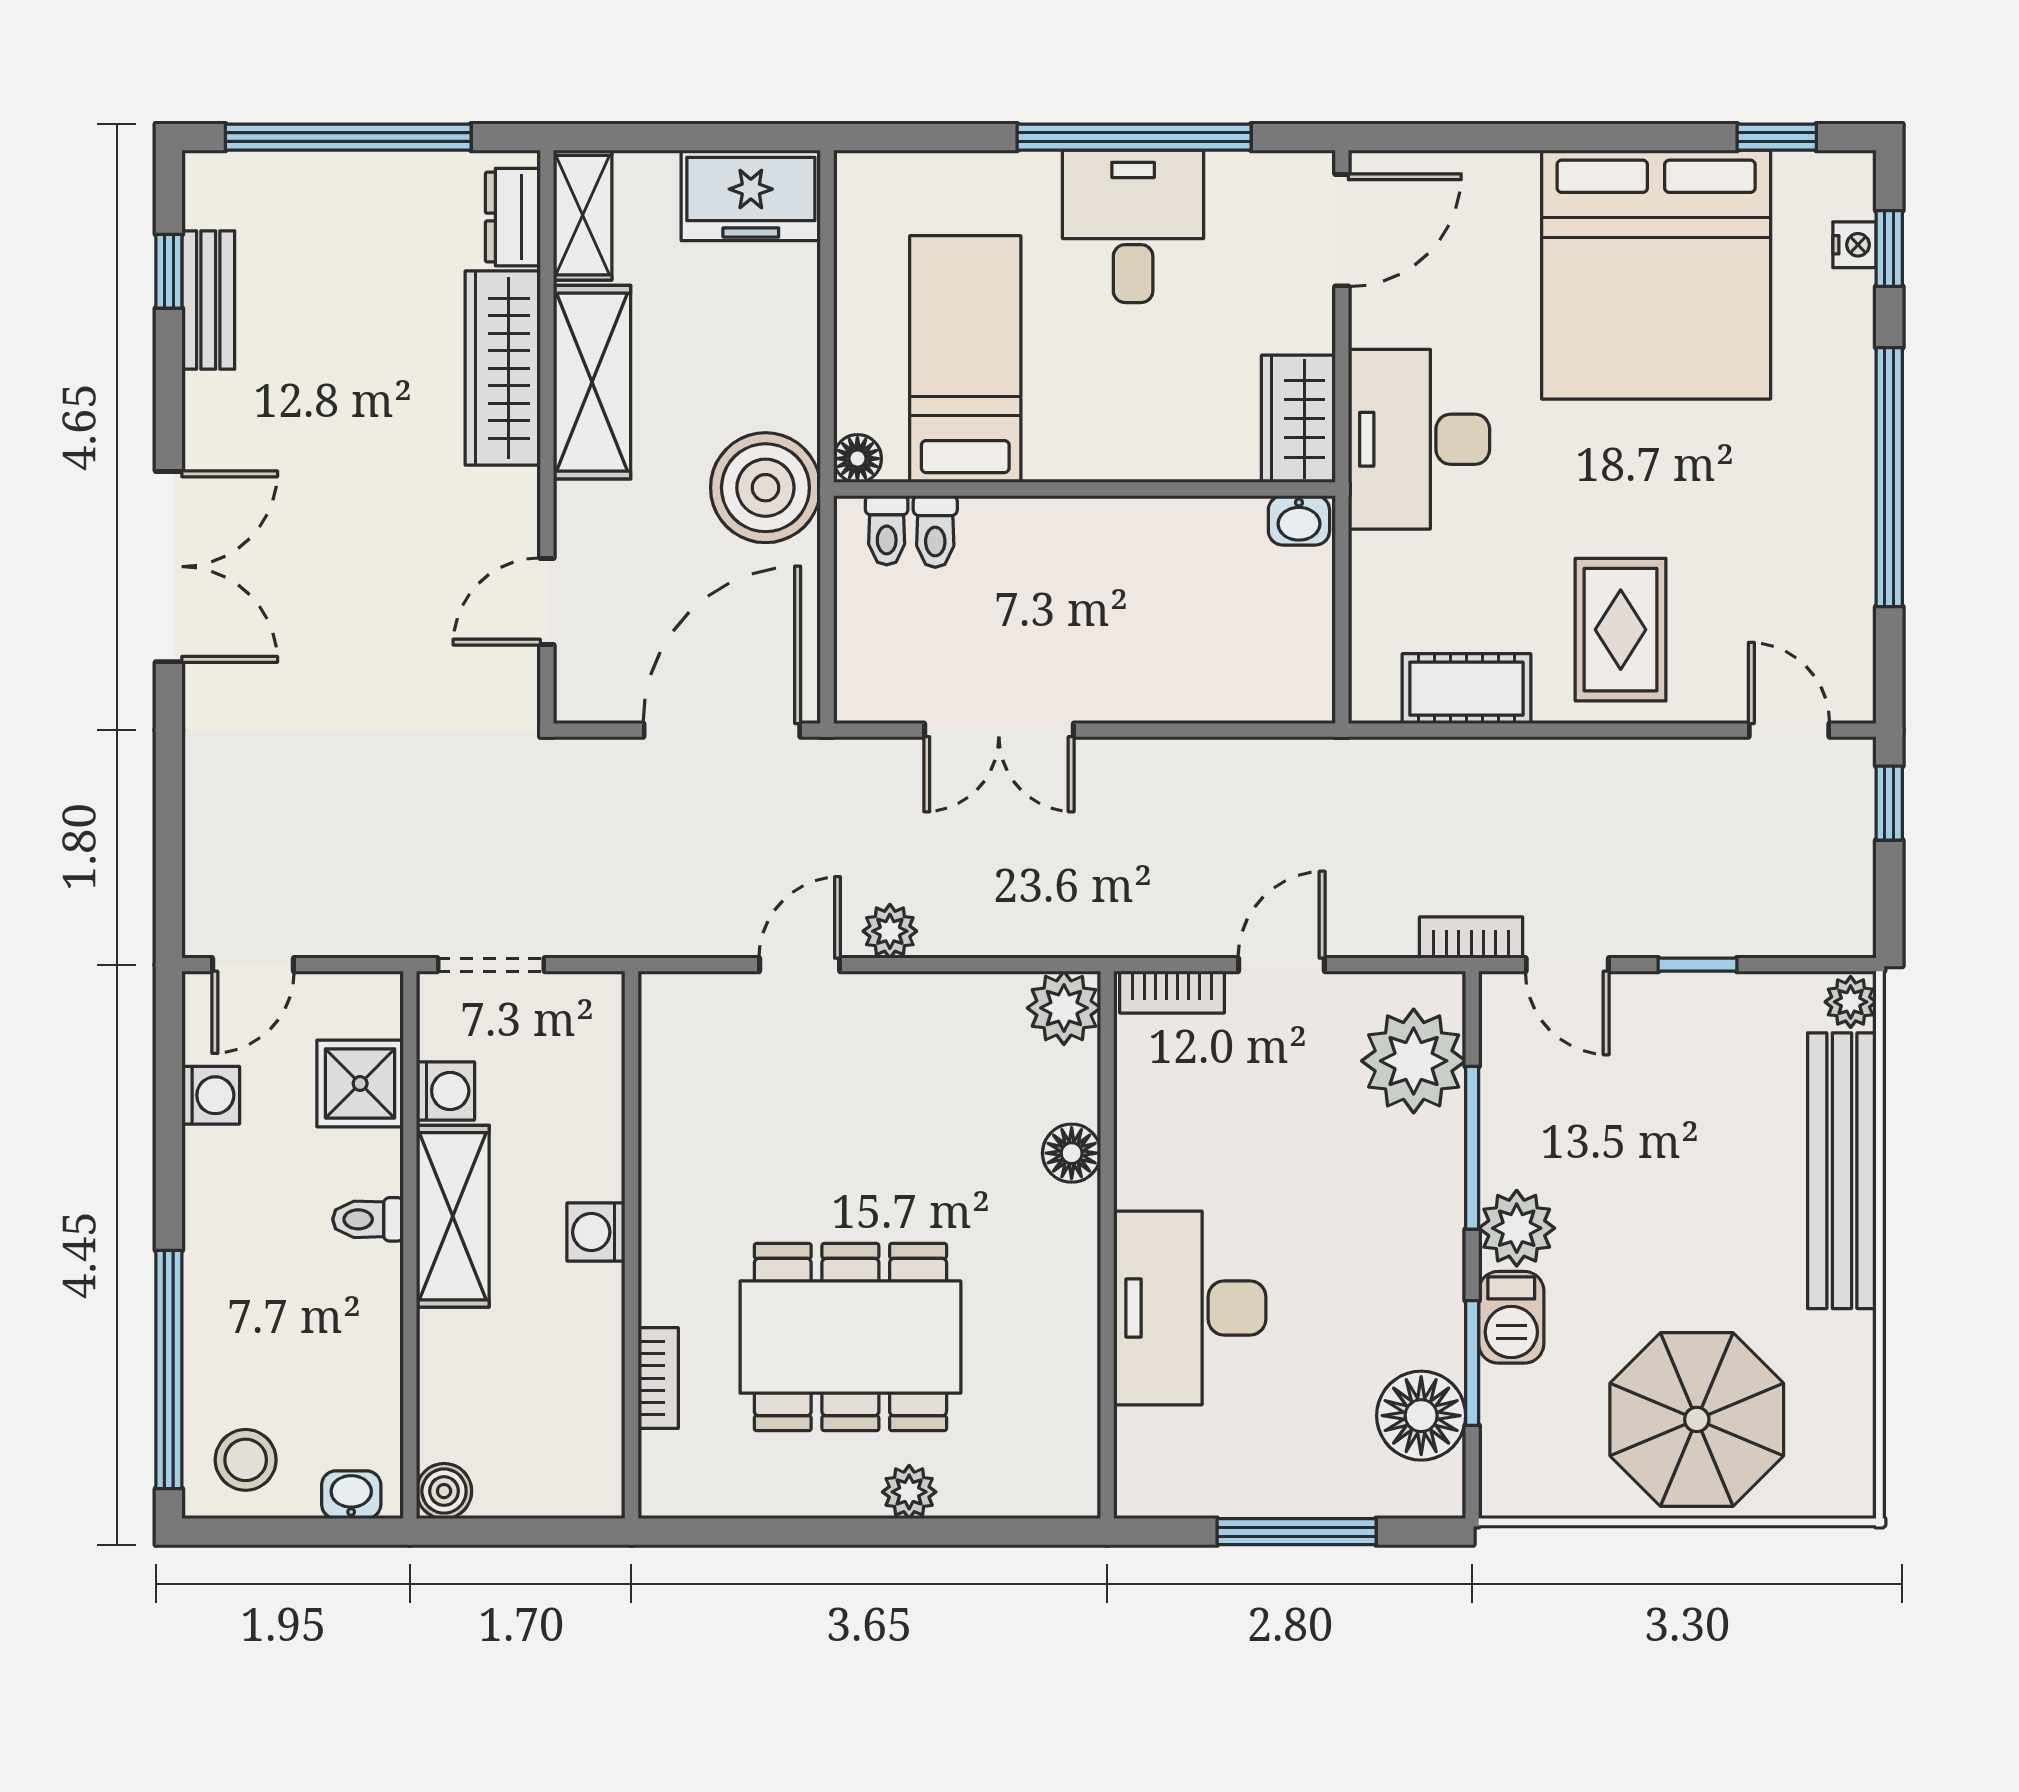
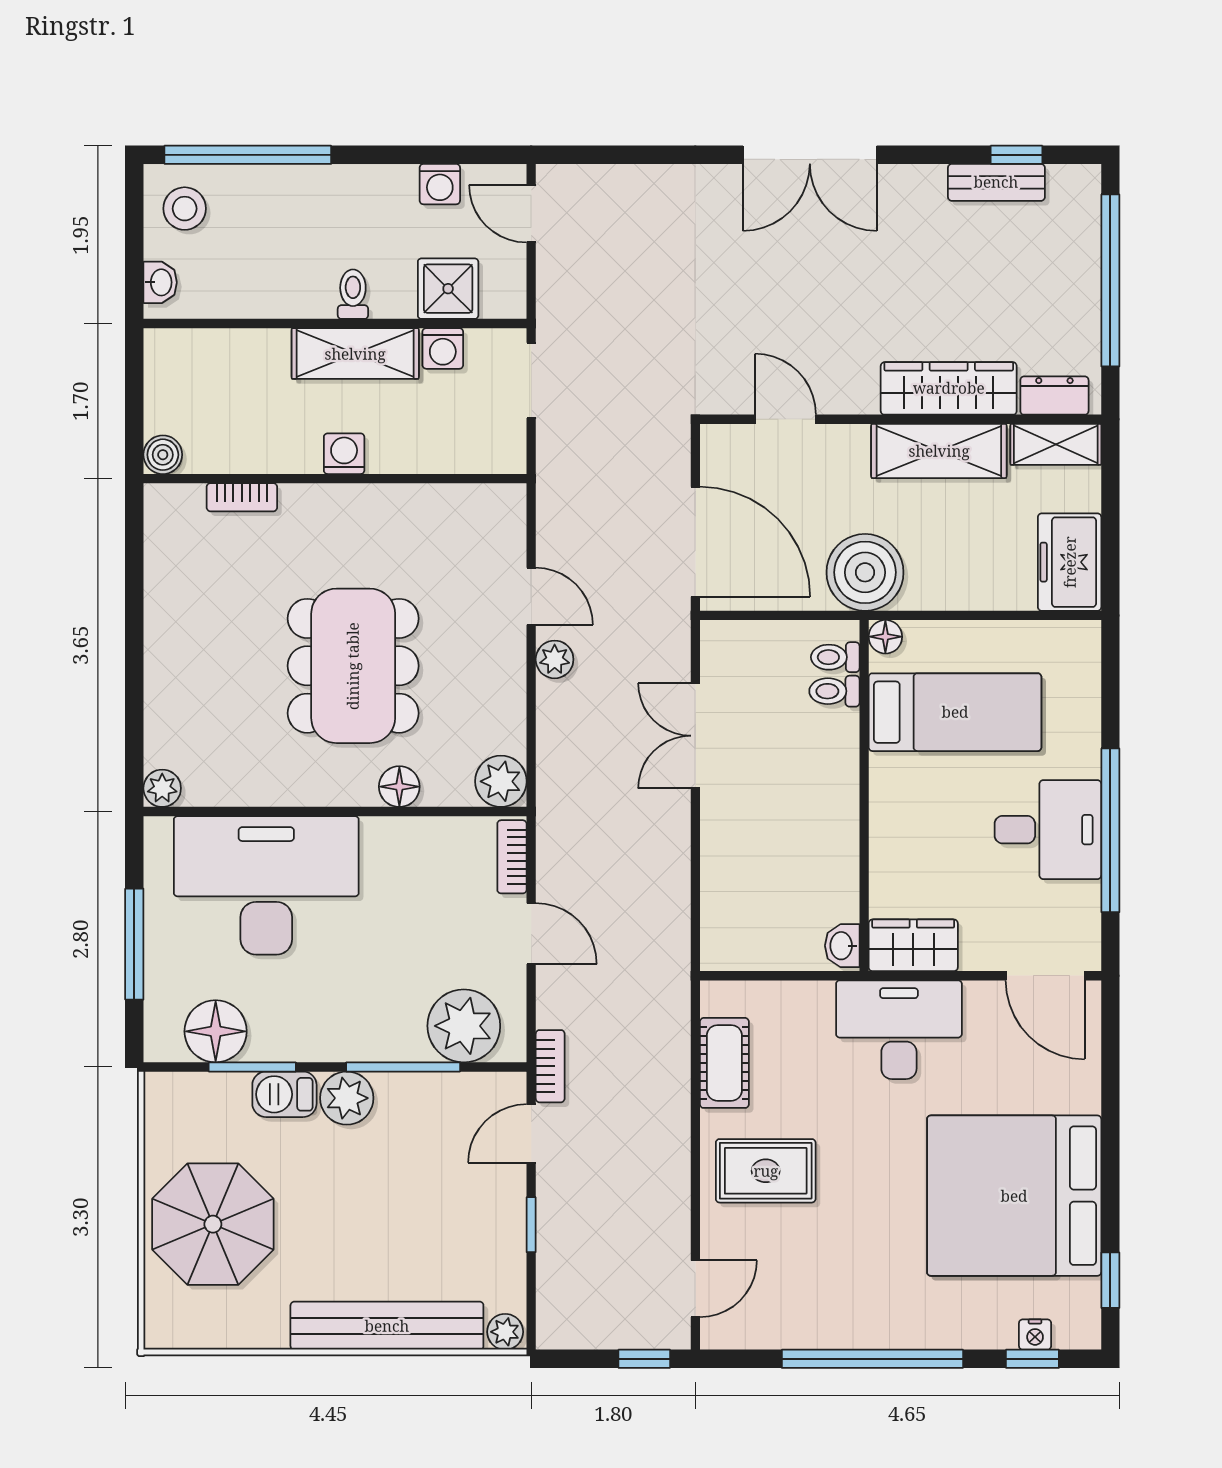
desk: (1190, 1308) -> (266, 885), width x1.36, depth x1.30
dining table: (850, 1337) -> (353, 666), moved
boiler: (444, 1491) -> (163, 455), moved
plant: (909, 1492) -> (162, 788), moved

